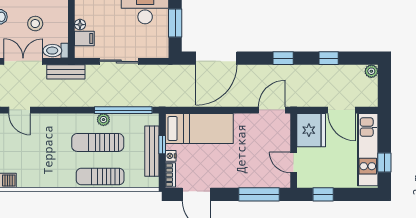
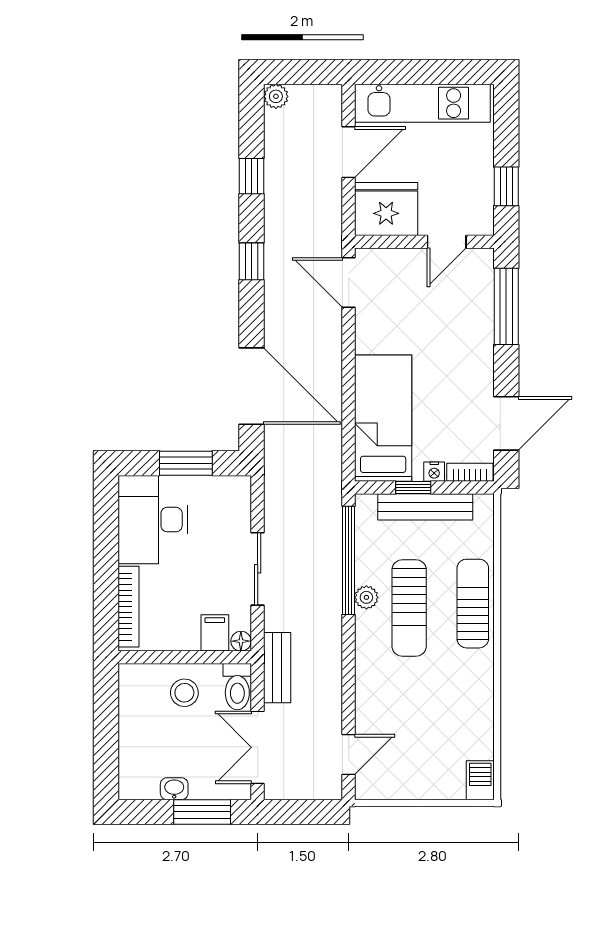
stool: (35, 24) -> (184, 693), moved
floor lamp: (80, 25) -> (241, 641), moved
window: (384, 163) -> (447, 72), removed
sun lounger: (100, 176) -> (473, 604), turned 180

